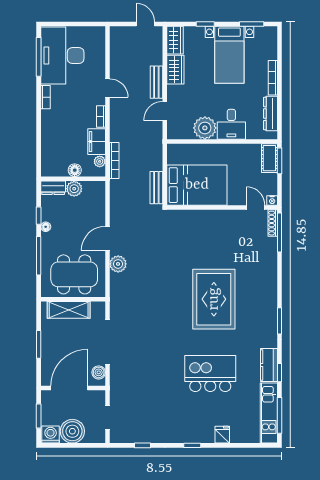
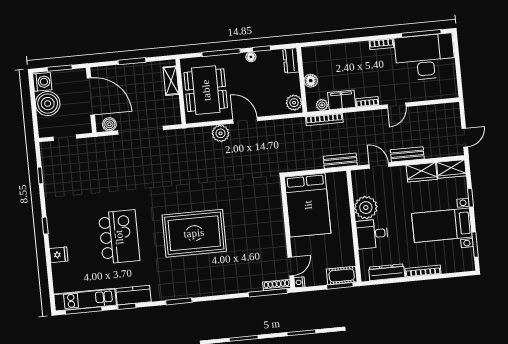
bench: (156, 188) -> (340, 161), moved
plant: (74, 189) -> (294, 103), moved
shelving: (69, 310) -> (171, 81), width x0.67, depth x0.75

